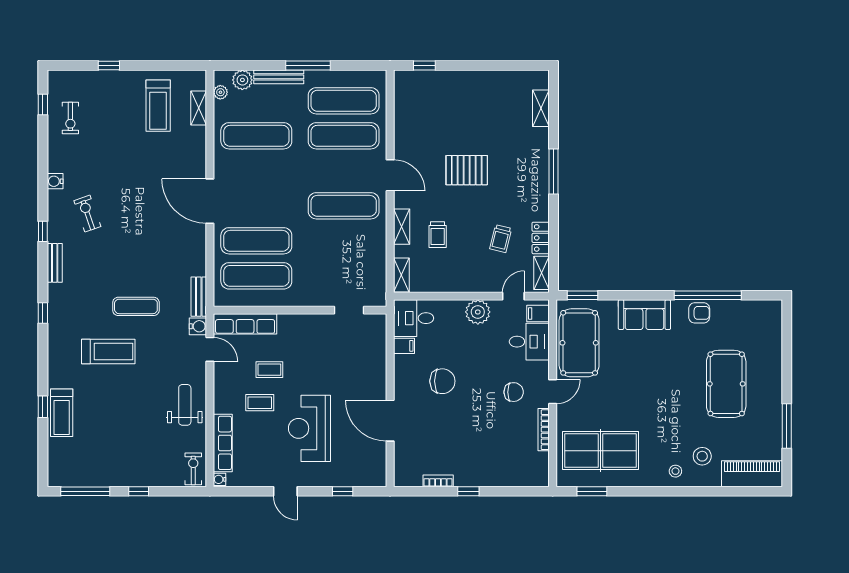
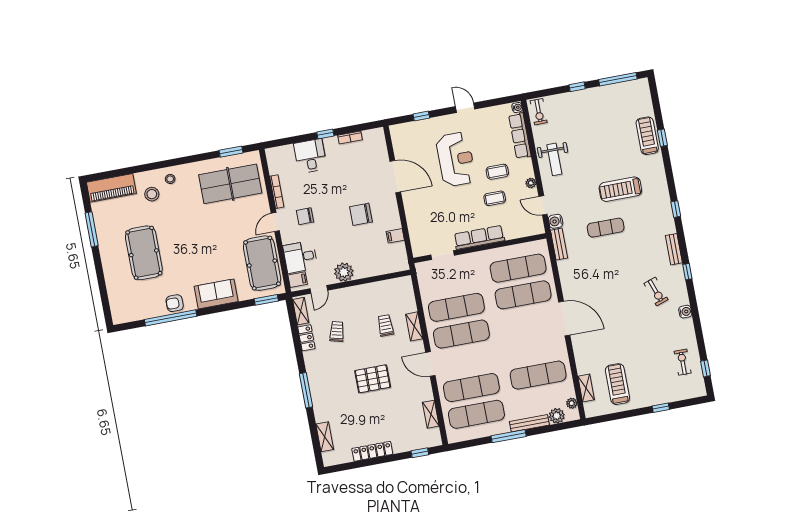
locker: (484, 79) -> (372, 451), added
exercise mat: (344, 241) -> (456, 307), added
shelving: (401, 275) -> (431, 414), moved
desk: (414, 318) -> (310, 156), moved, turned -90
row of seats: (245, 324) -> (479, 237), moved
plant: (220, 381) -> (531, 183), added

